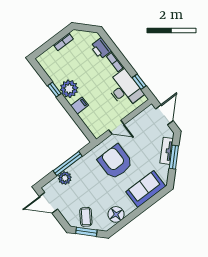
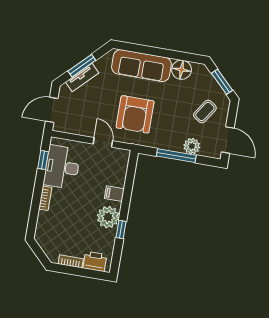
printer: (101, 48) -> (95, 261), moved, turned -90
sofa: (146, 189) -> (141, 66), width x1.36
coffee table: (86, 217) -> (205, 111), moved

